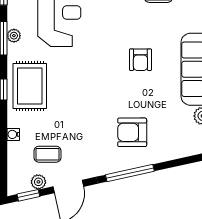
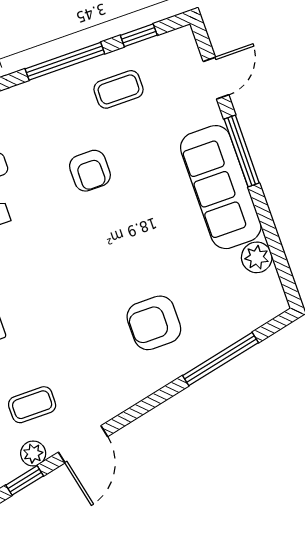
armchair: (140, 60) -> (90, 171), moved
window: (130, 173) -> (220, 359), moved

